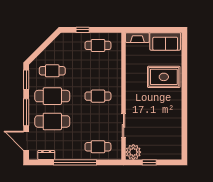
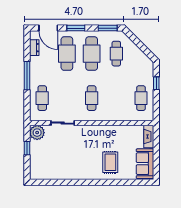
rug: (164, 77) -> (110, 162), width x0.73, depth x0.70
window: (26, 112) -> (76, 28), width x0.69
door: (26, 141) -> (48, 28), swing flipped
window: (75, 162) -> (27, 76), width x0.68

